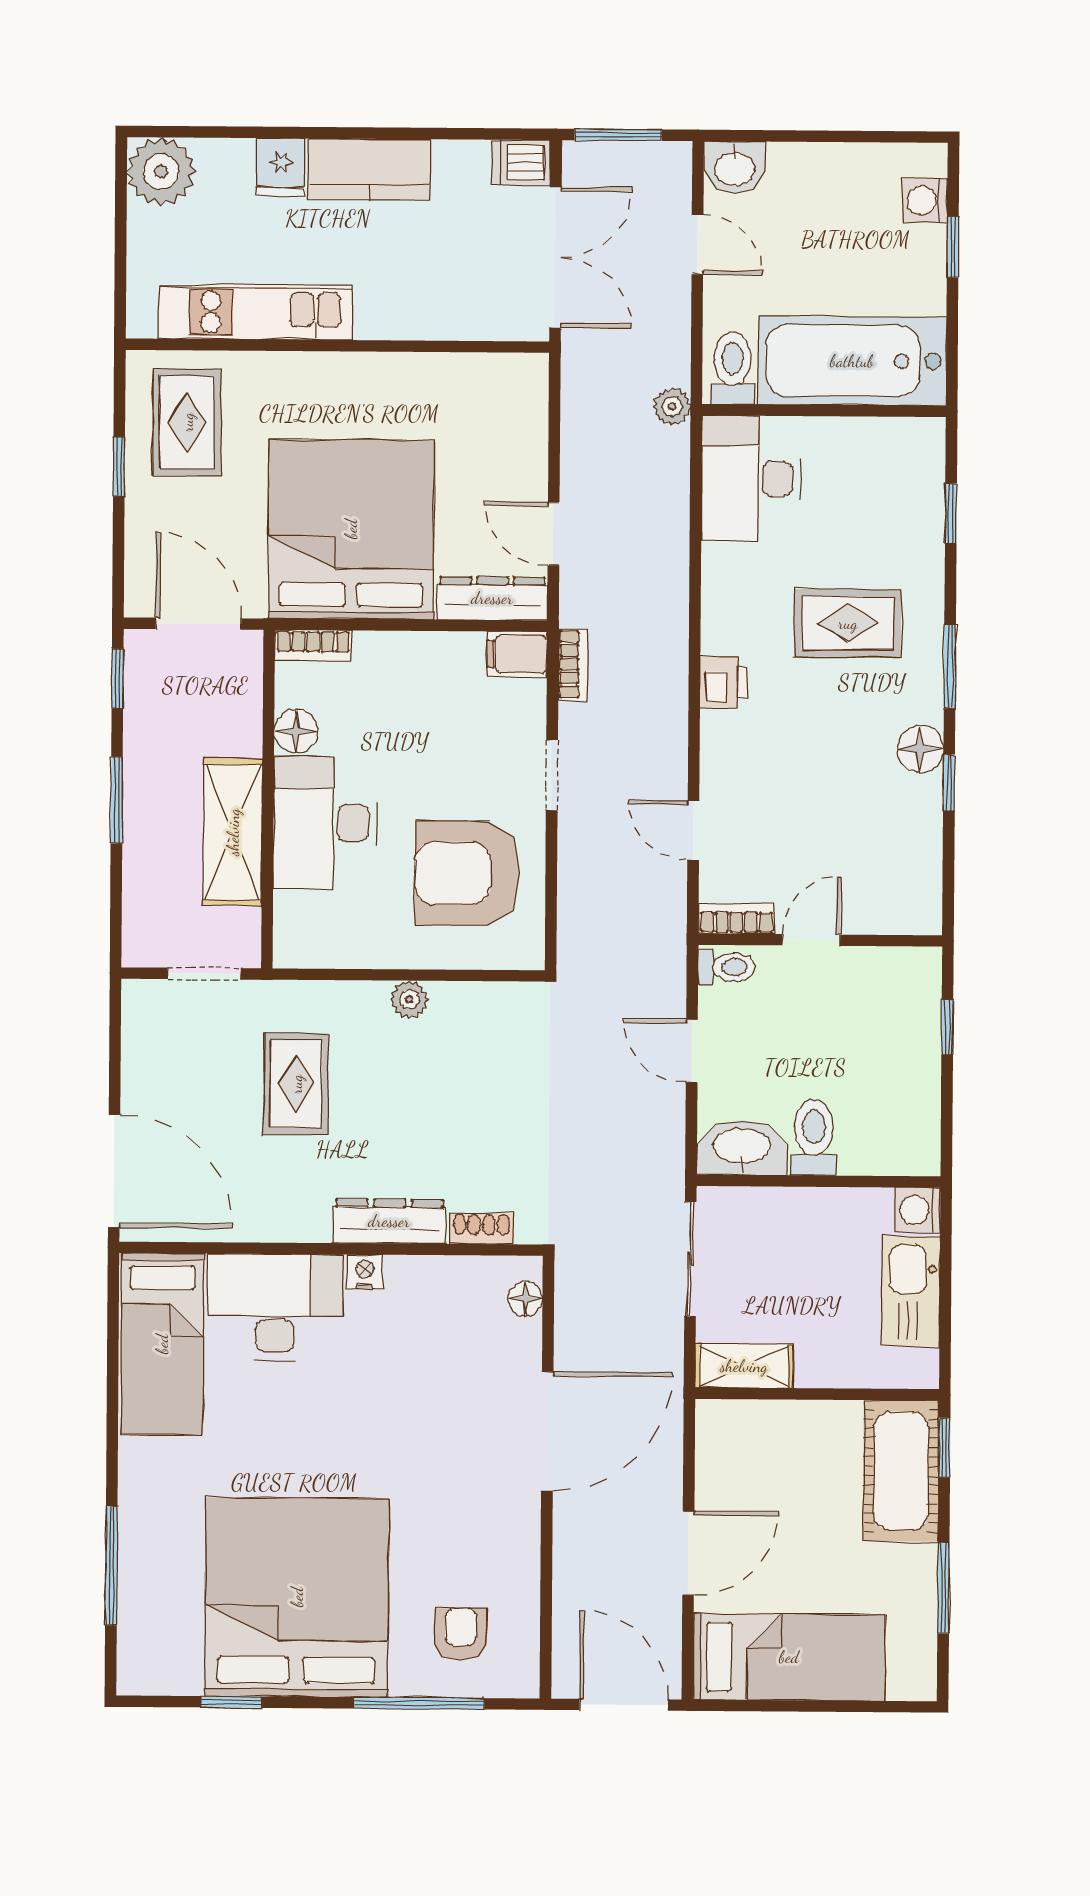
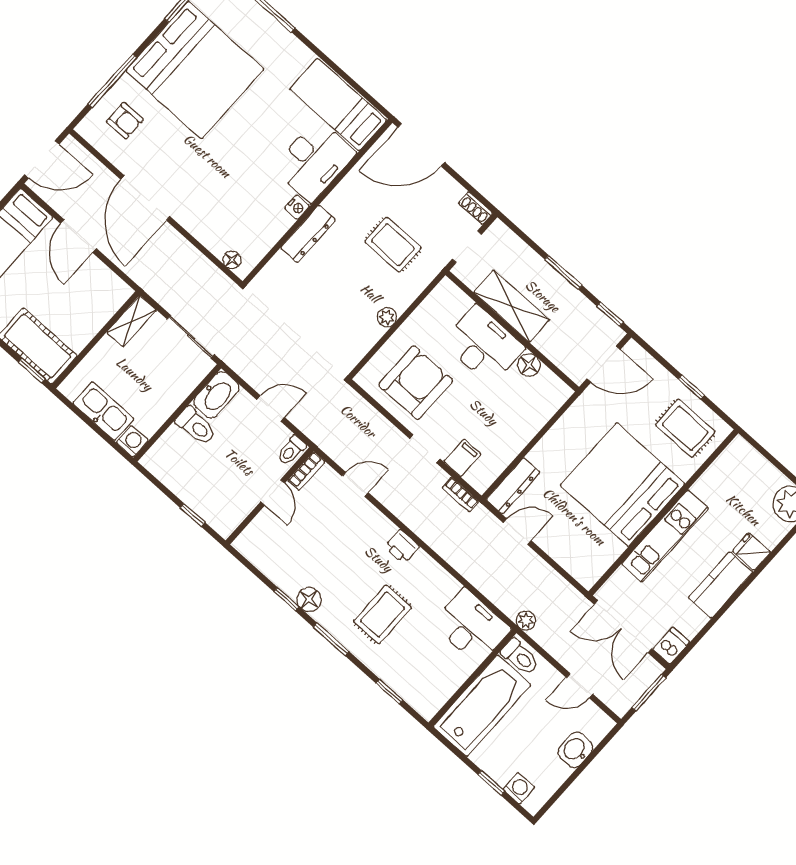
washbasin: (735, 168) -> (575, 750), moved
kitchen unit: (255, 312) -> (665, 536), moved
bed: (351, 529) -> (622, 485), moved, turned 180
bookcase: (313, 646) -> (556, 401), removed
filing cabinet: (517, 654) -> (462, 458), moved
shoe rack: (481, 1229) -> (476, 208), moved, turned 90
door: (547, 1431) -> (145, 198), moved

